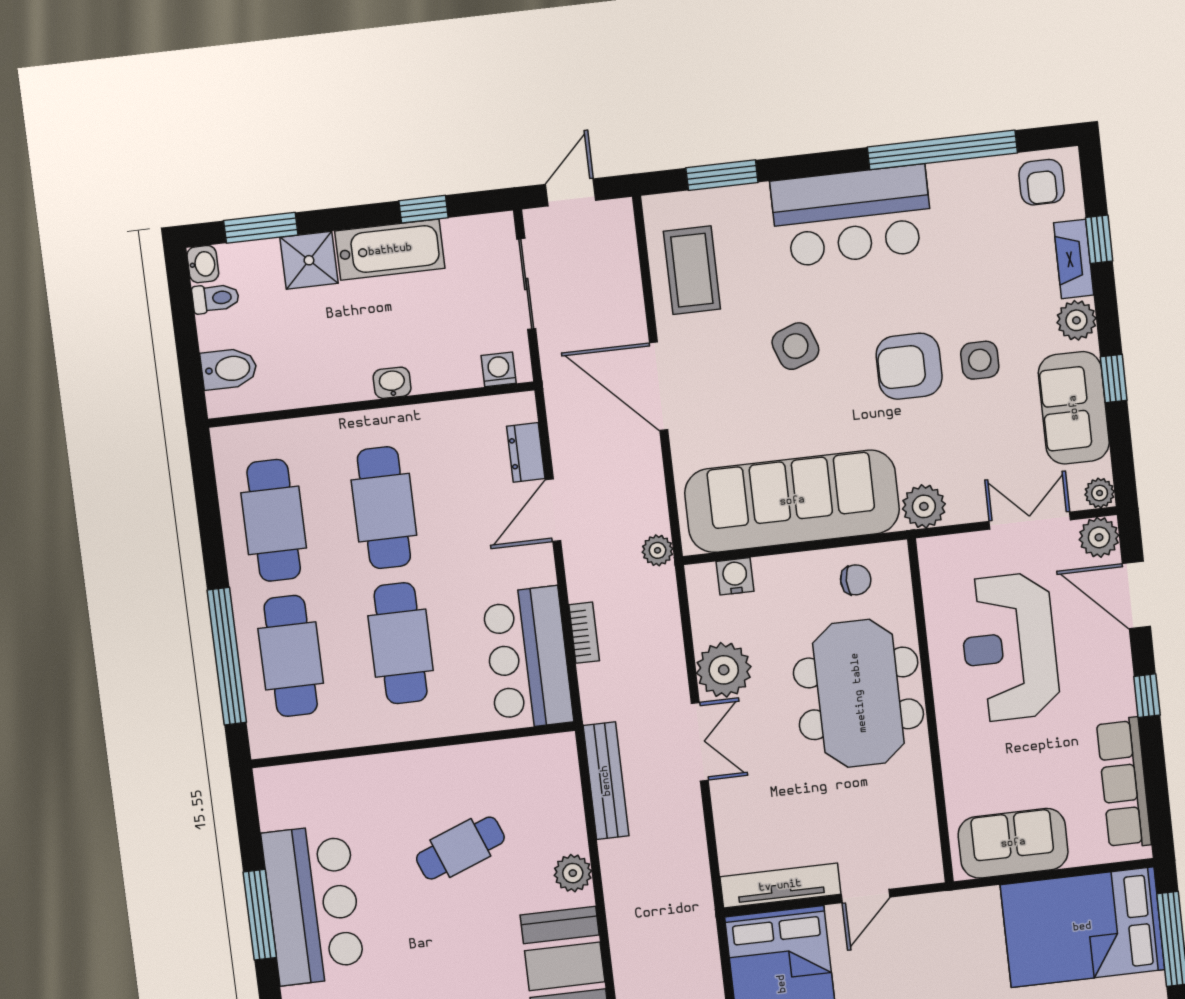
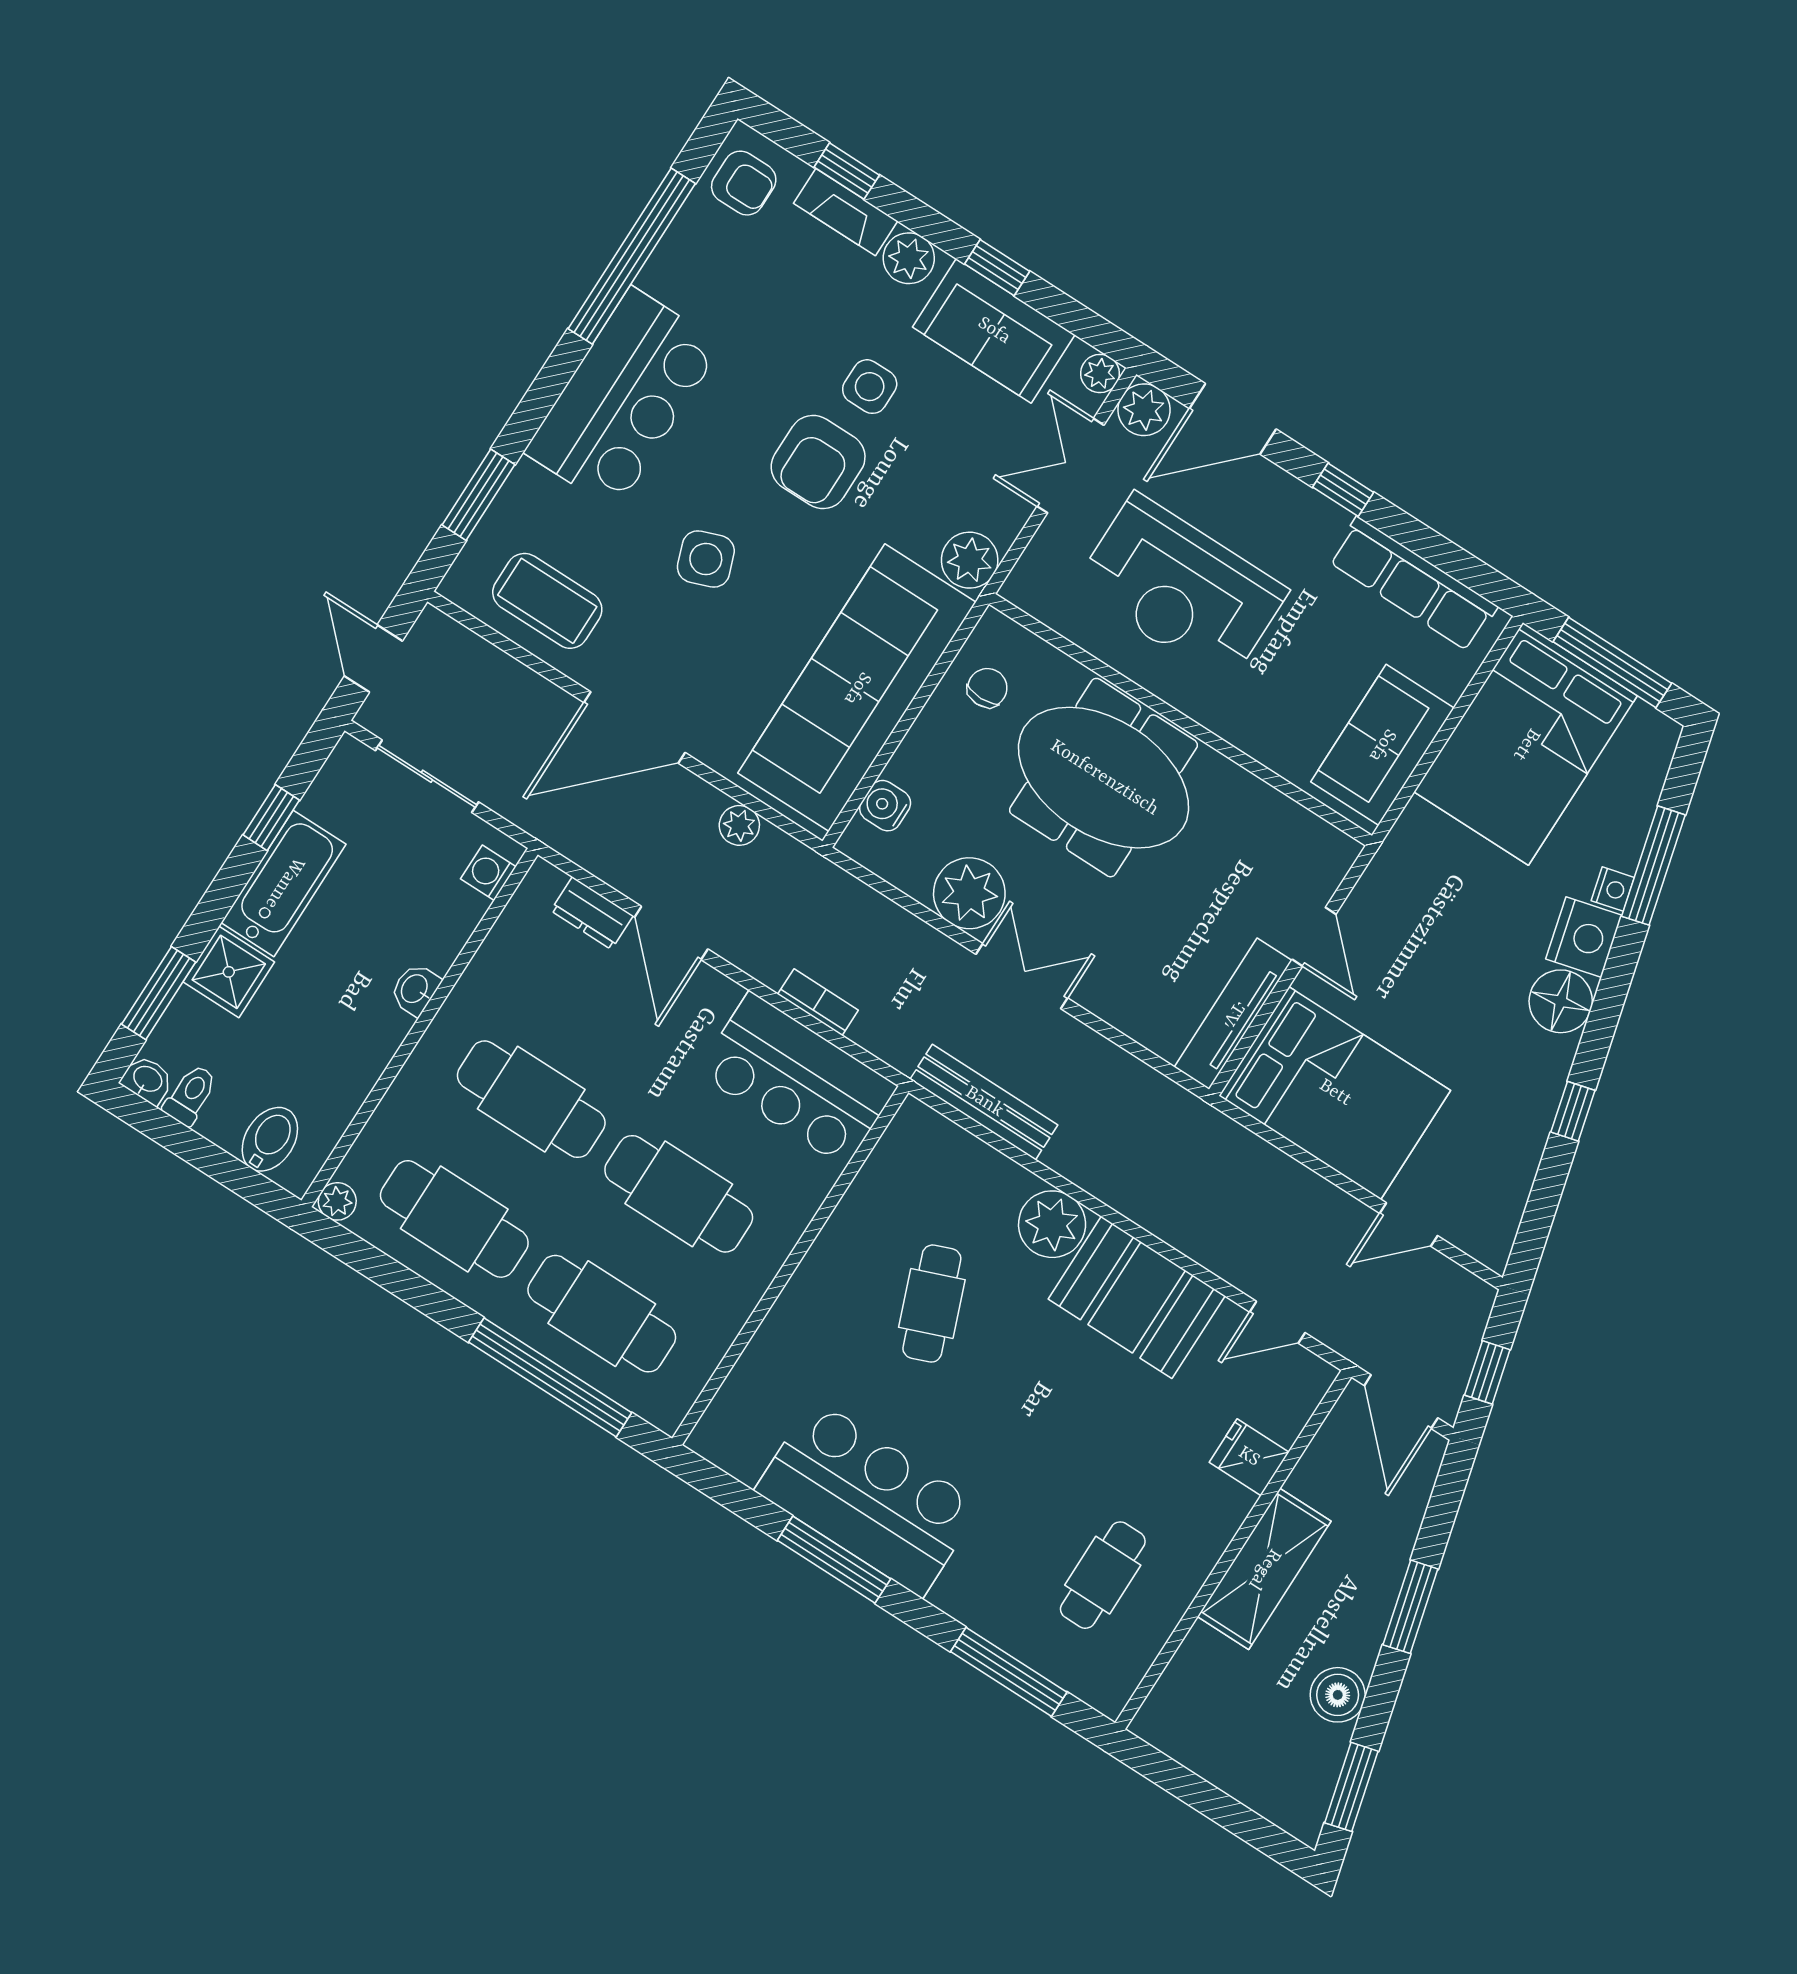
plant: (225, 441) -> (337, 1201), added
plant: (658, 550) -> (739, 825), moved
plant: (573, 873) -> (1052, 1224), width x1.36, depth x1.36

